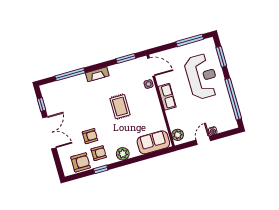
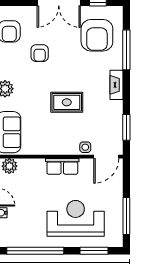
reception desk: (202, 77) -> (76, 218), turned 180
armchair: (99, 153) -> (97, 35), moved, width x1.88, depth x1.88

